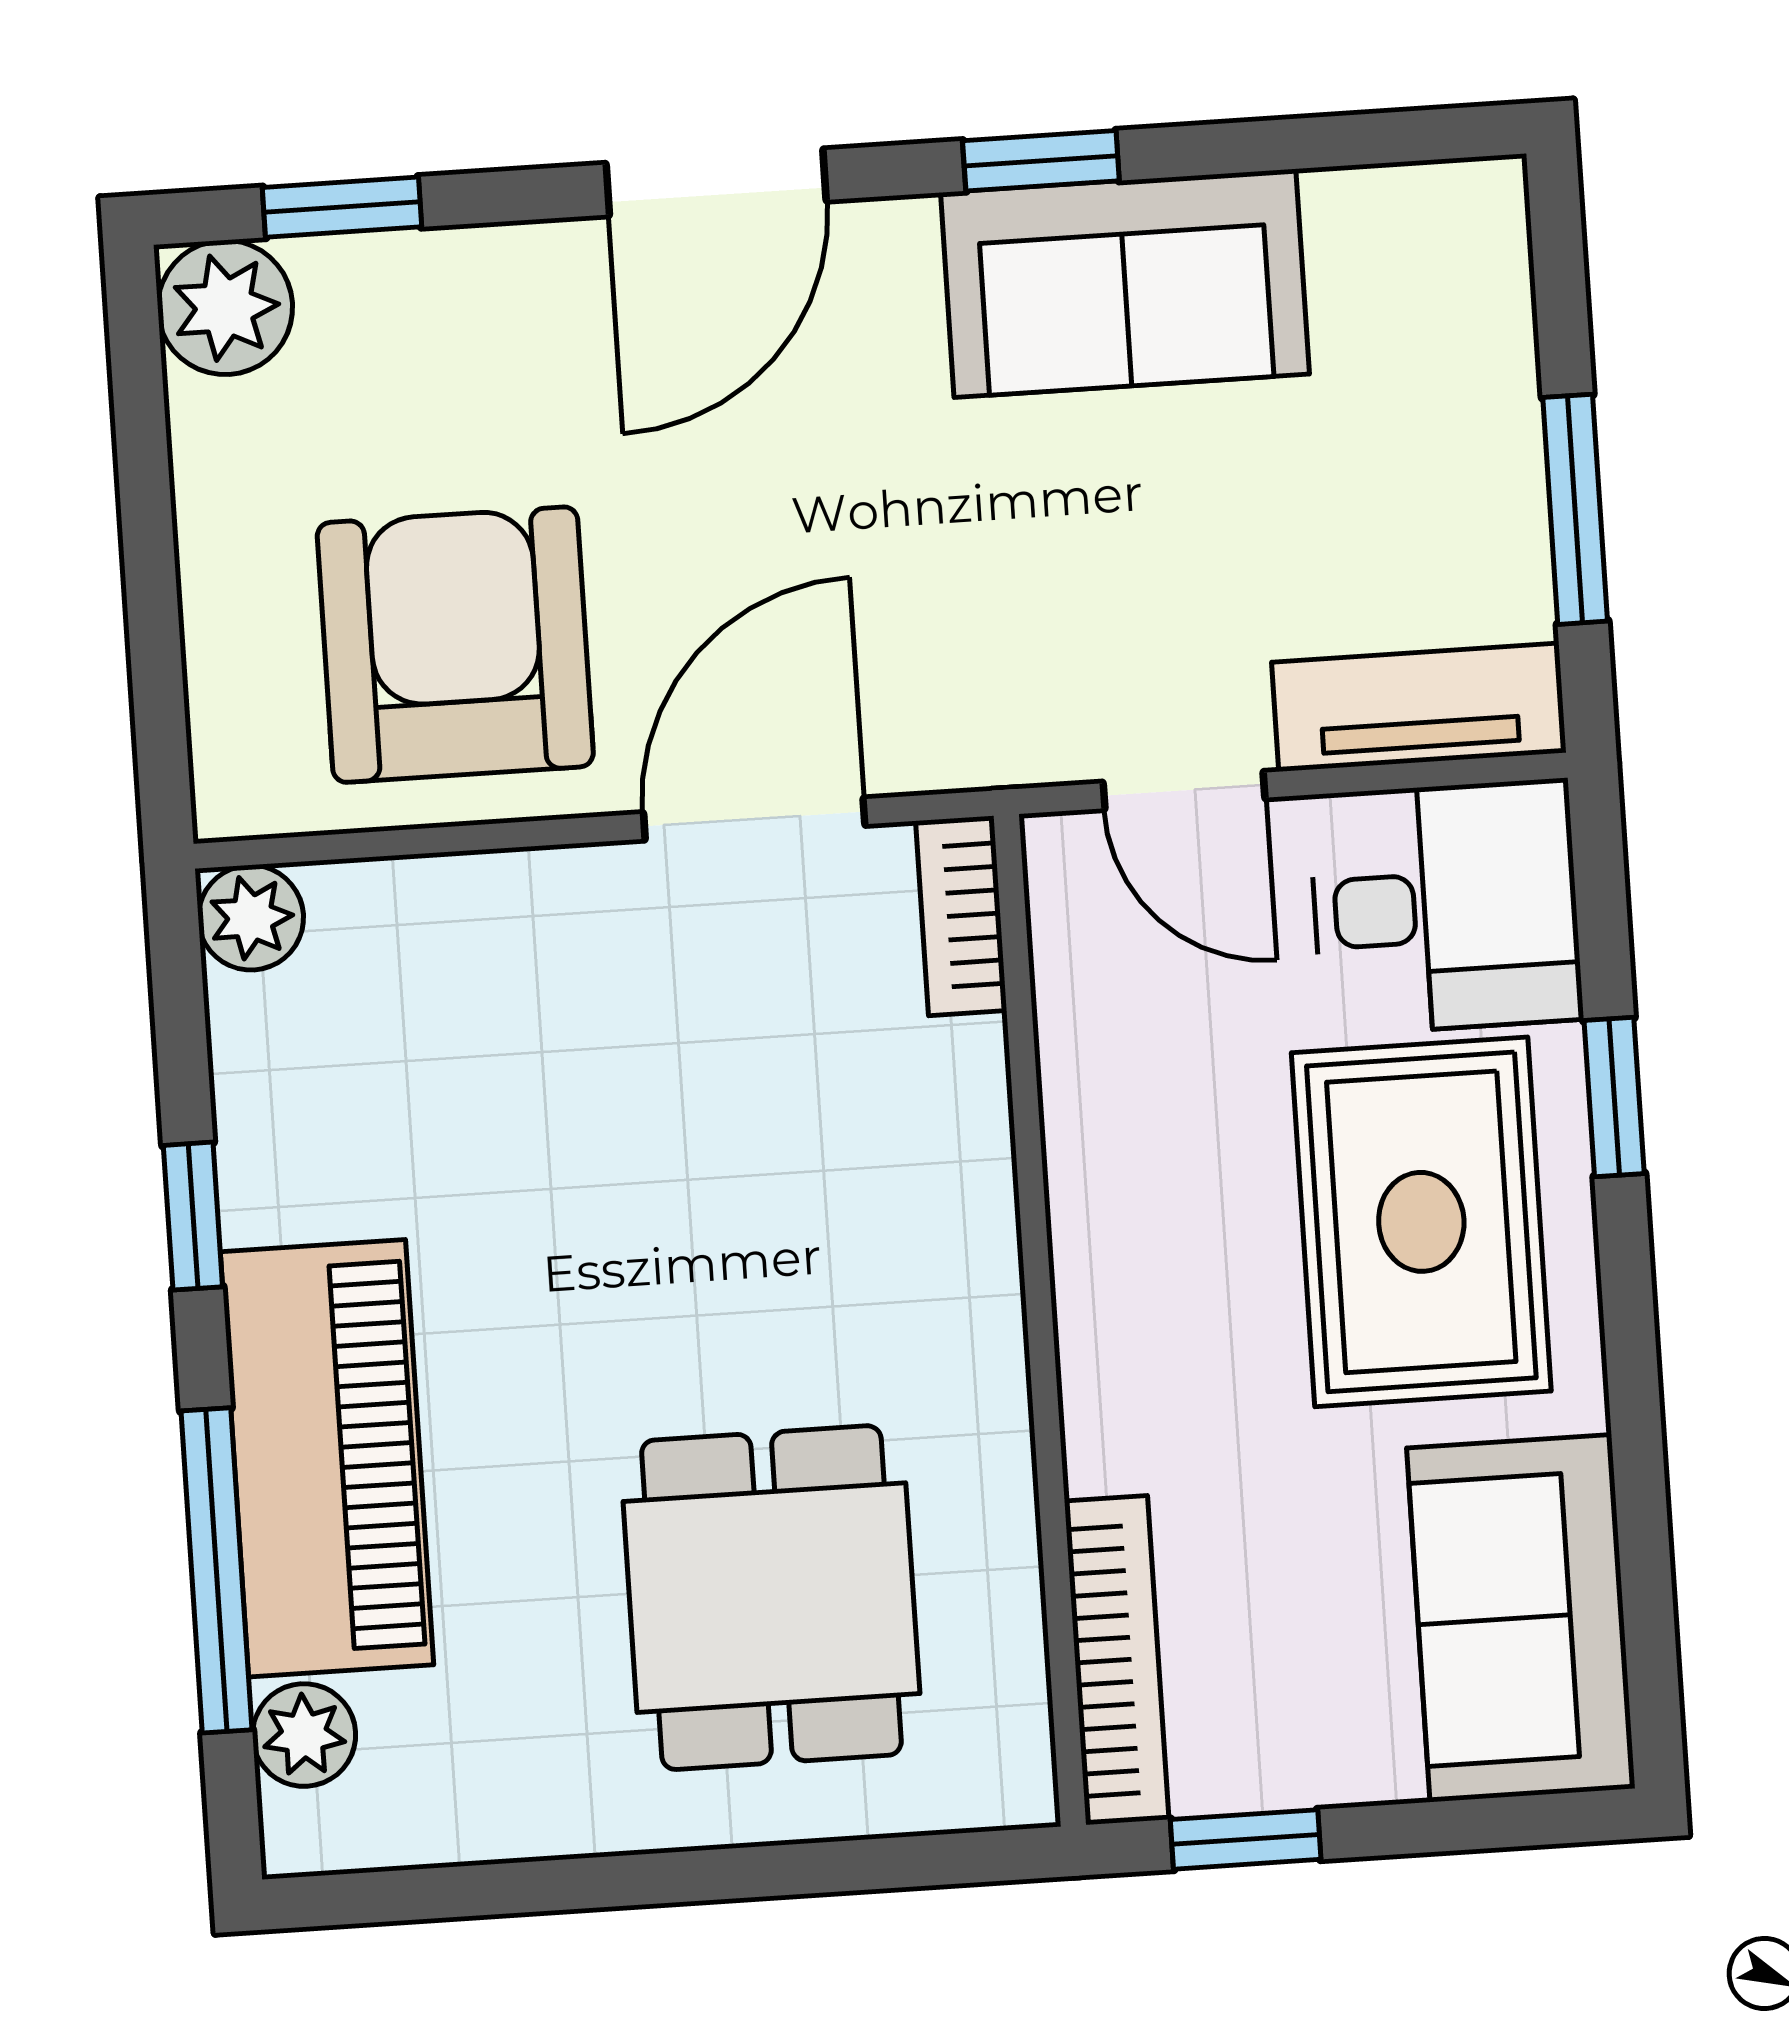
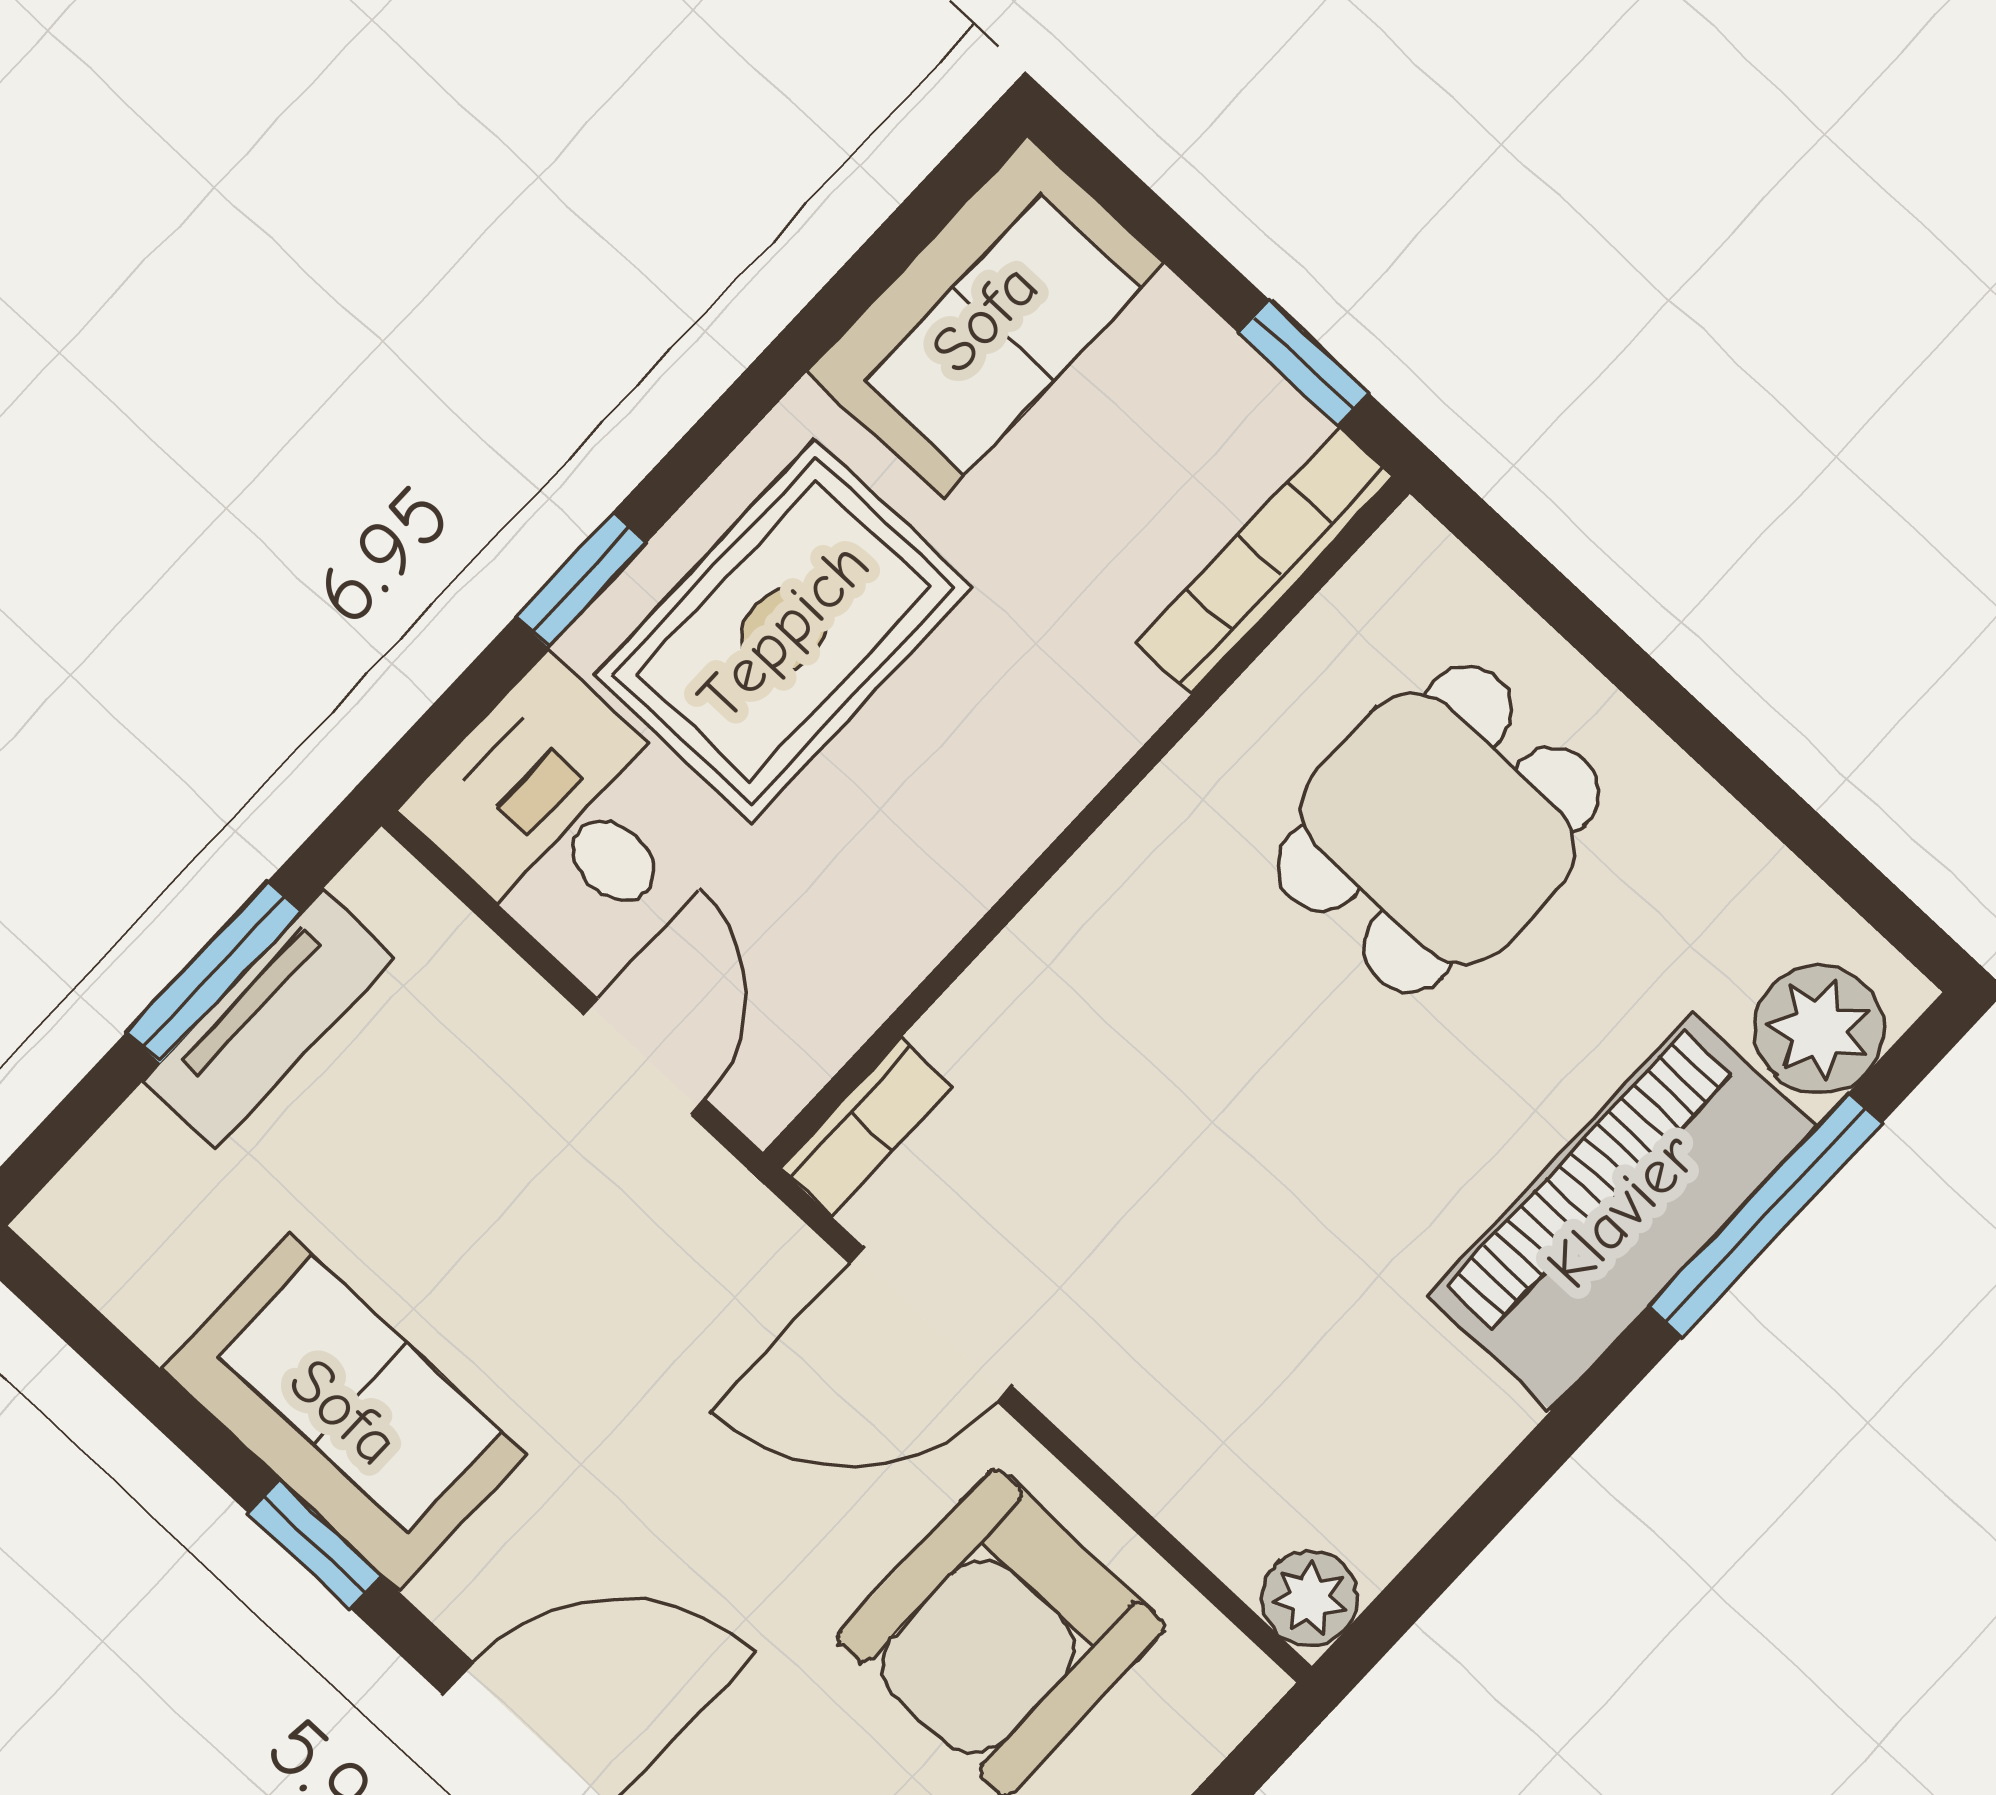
tv unit: (1419, 707) -> (269, 1019), moved, turned -90
window: (193, 1216) -> (1544, 1451), removed
plant: (304, 1735) -> (1819, 1029), width x1.38, depth x1.38

